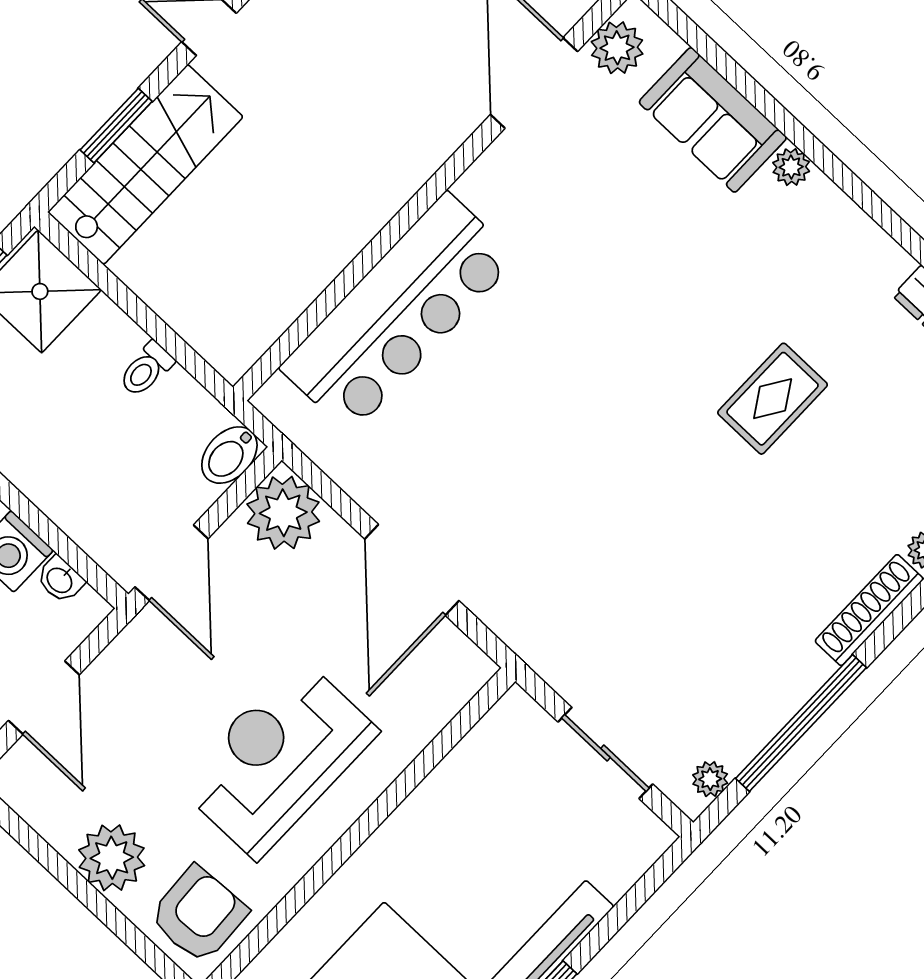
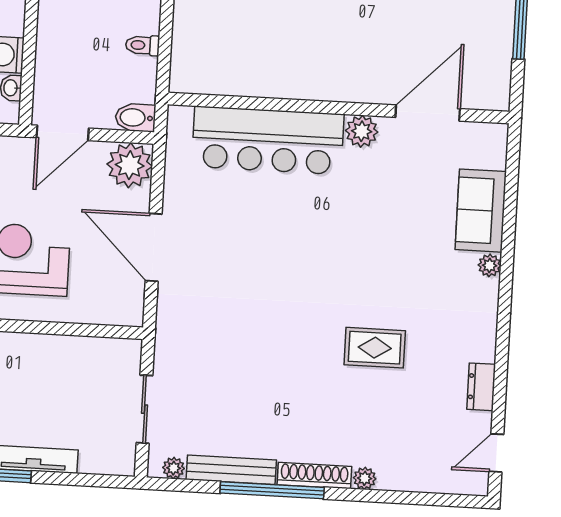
plant: (617, 48) -> (362, 131), moved
door: (412, 570) -> (154, 247), hinge flipped
bench: (774, 708) -> (231, 470), added
window: (801, 723) -> (272, 490), moved

